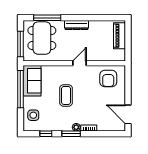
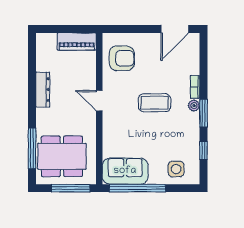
dresser: (76, 25) -> (43, 90), moved
piano: (120, 36) -> (77, 42), moved
coffee table: (66, 95) -> (155, 103), moved

